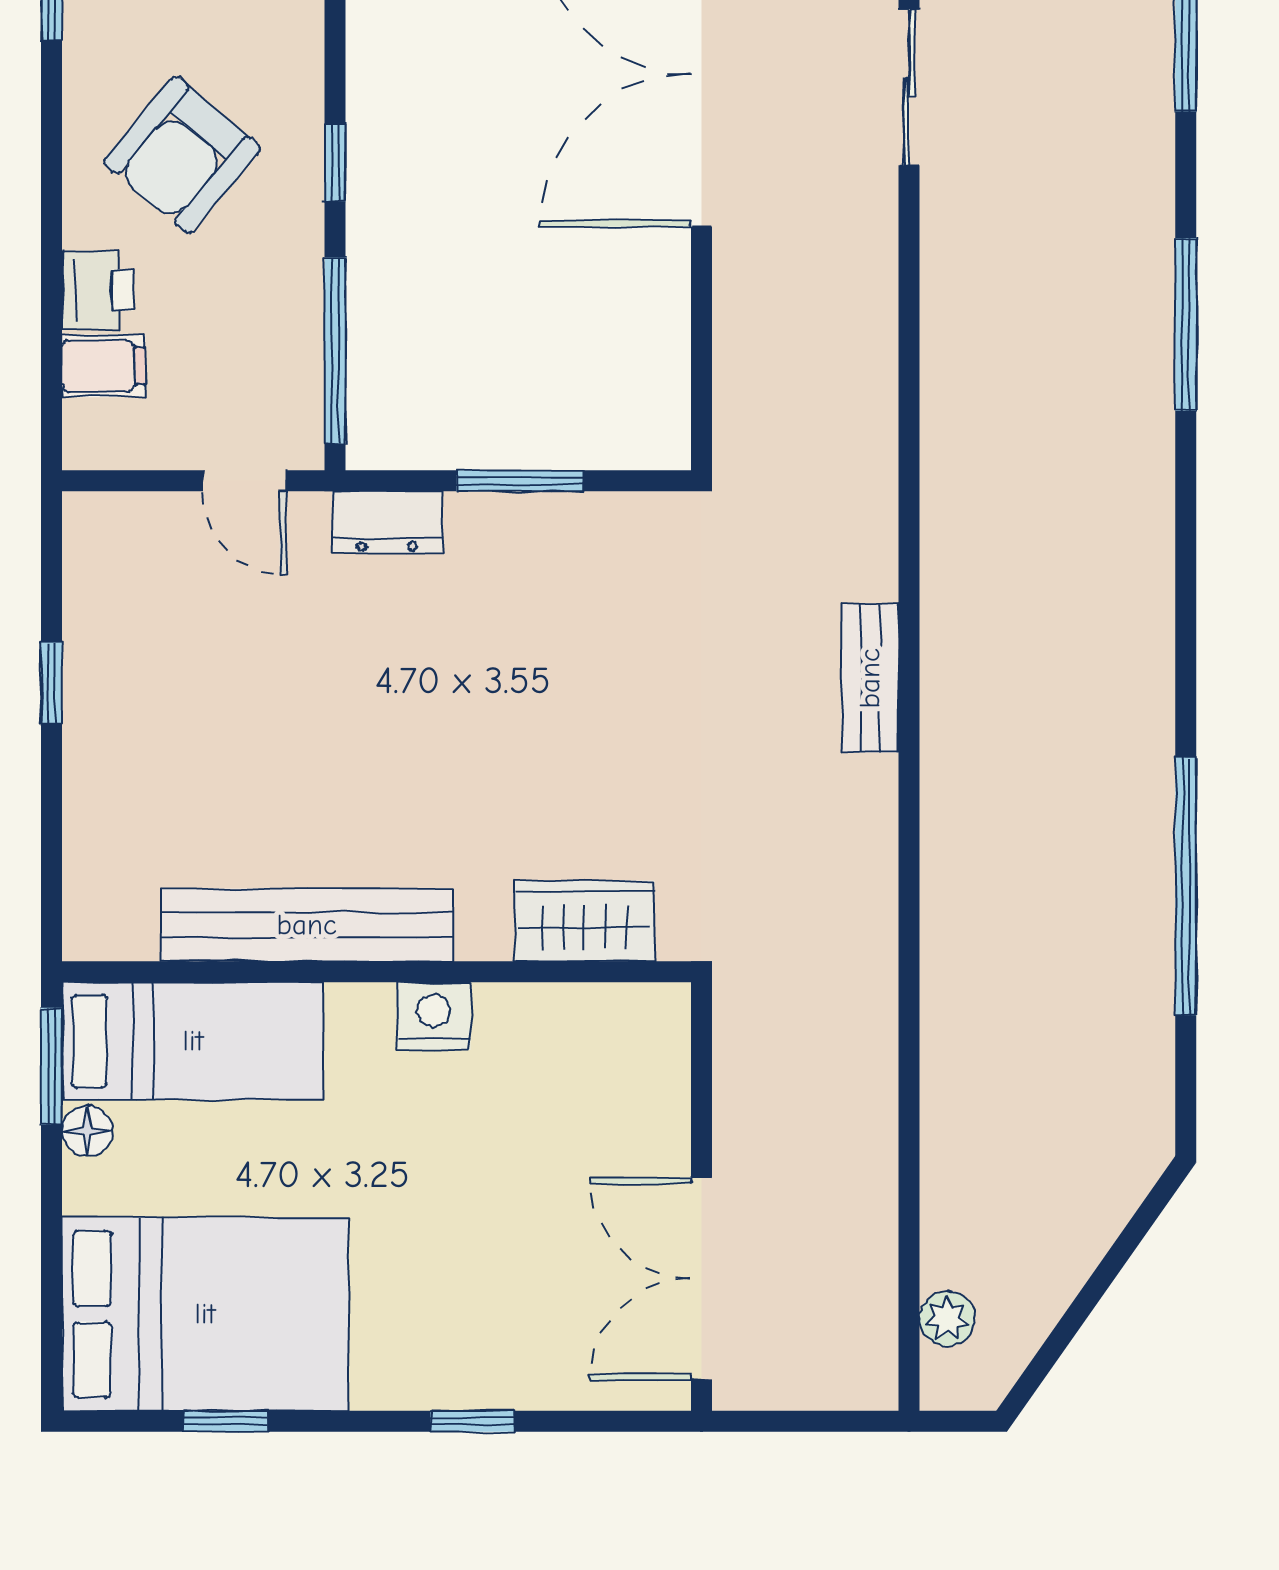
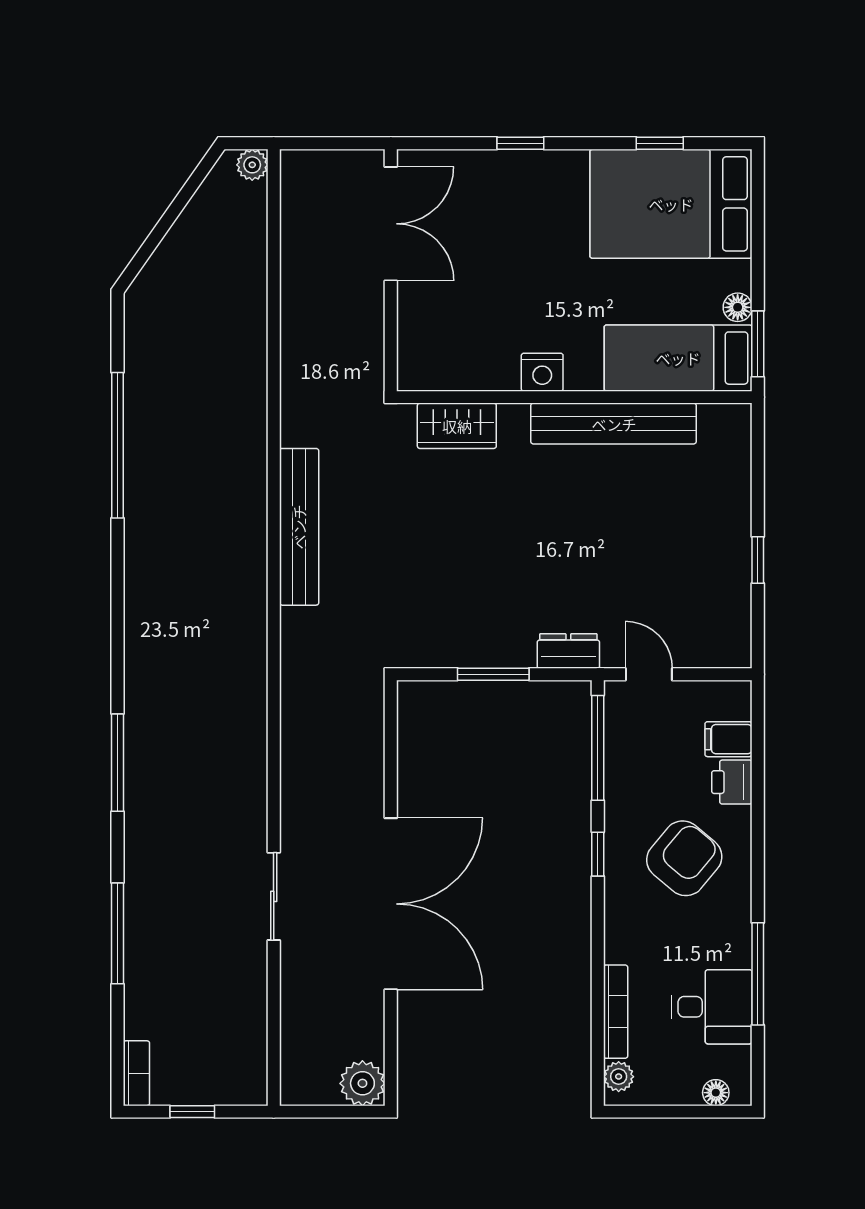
bench: (870, 678) -> (299, 527), width x1.86, depth x1.21
plant: (947, 1319) -> (252, 165), moved

